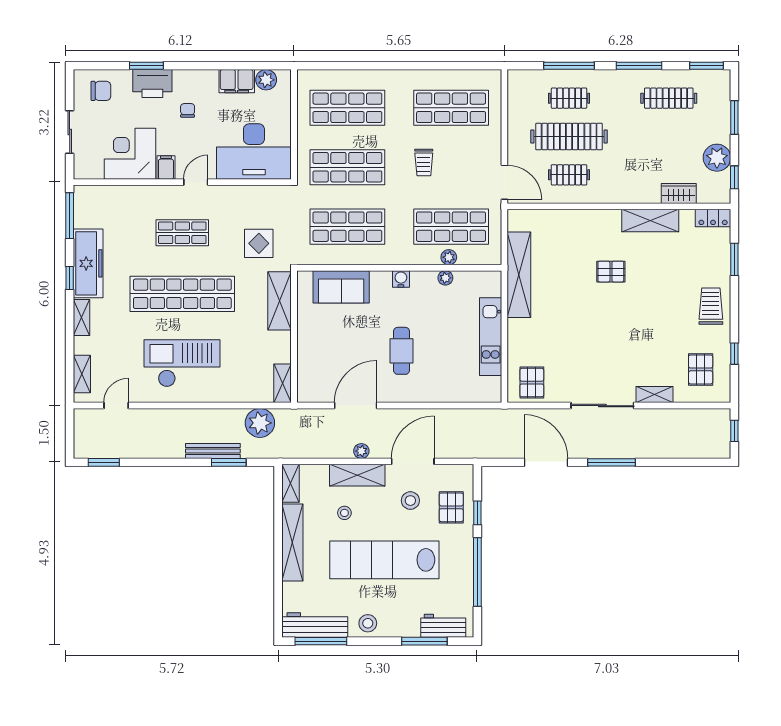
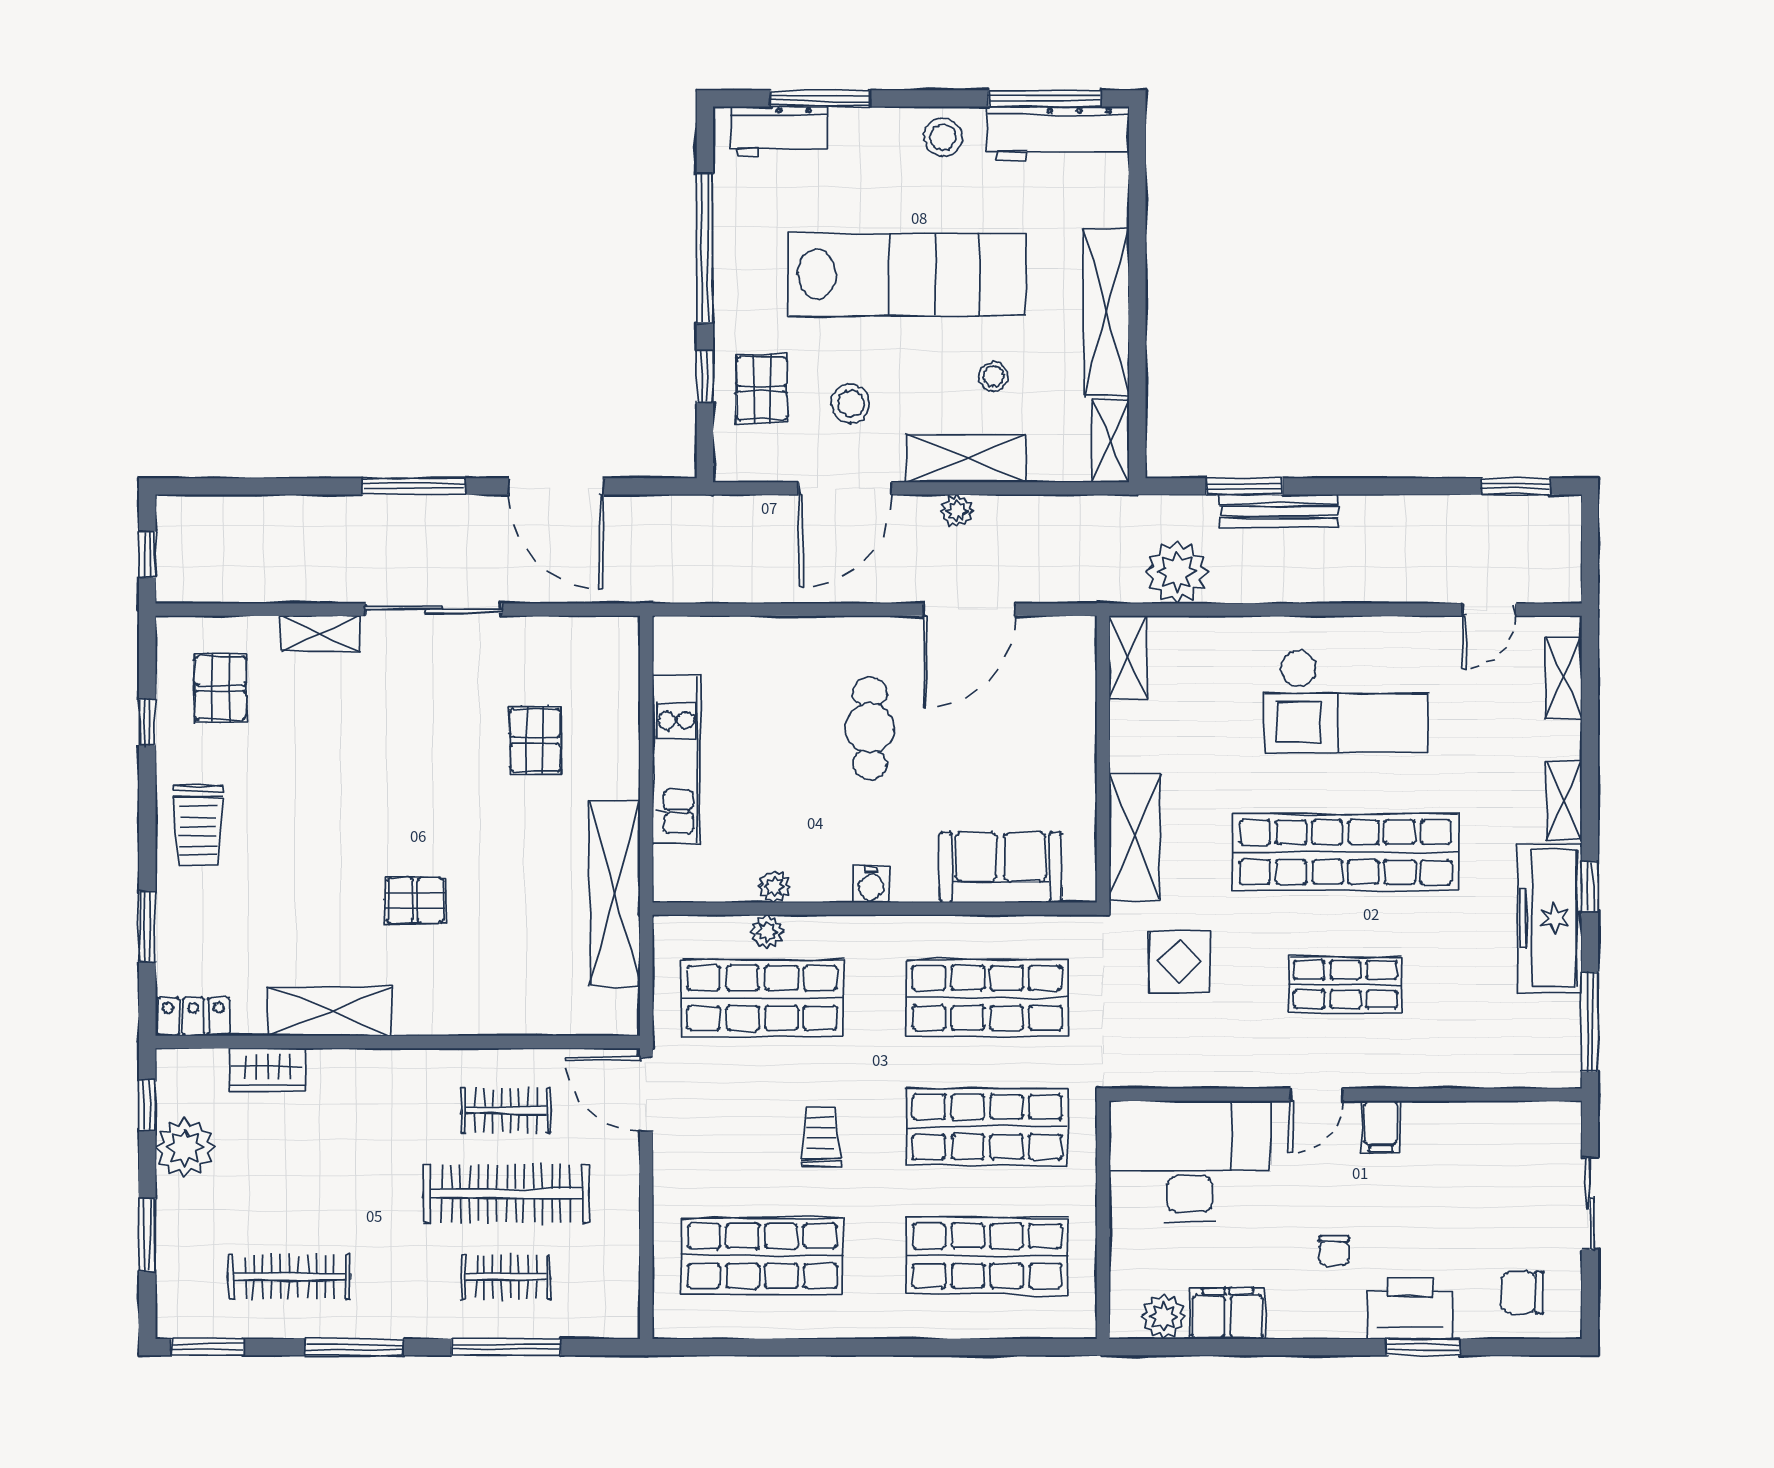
corner desk: (130, 154) -> (1459, 1156), removed
pallet: (532, 383) -> (535, 740), moved

